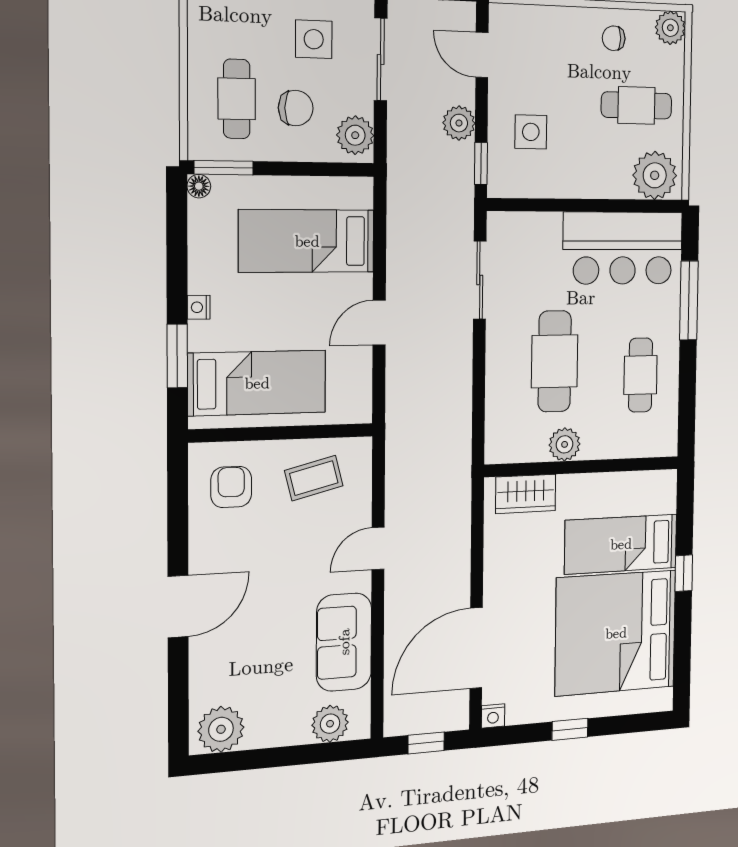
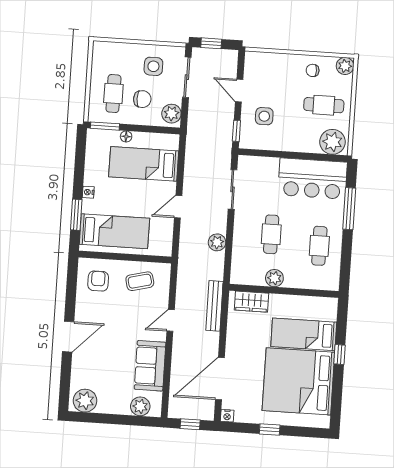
door: (482, 55) -> (239, 91), moved
plant: (459, 123) -> (217, 242), moved
floor lamp: (199, 186) -> (126, 136), moved
cafe table: (555, 361) -> (271, 234), width x0.73, depth x0.74
bench: (458, 510) -> (214, 306), added

